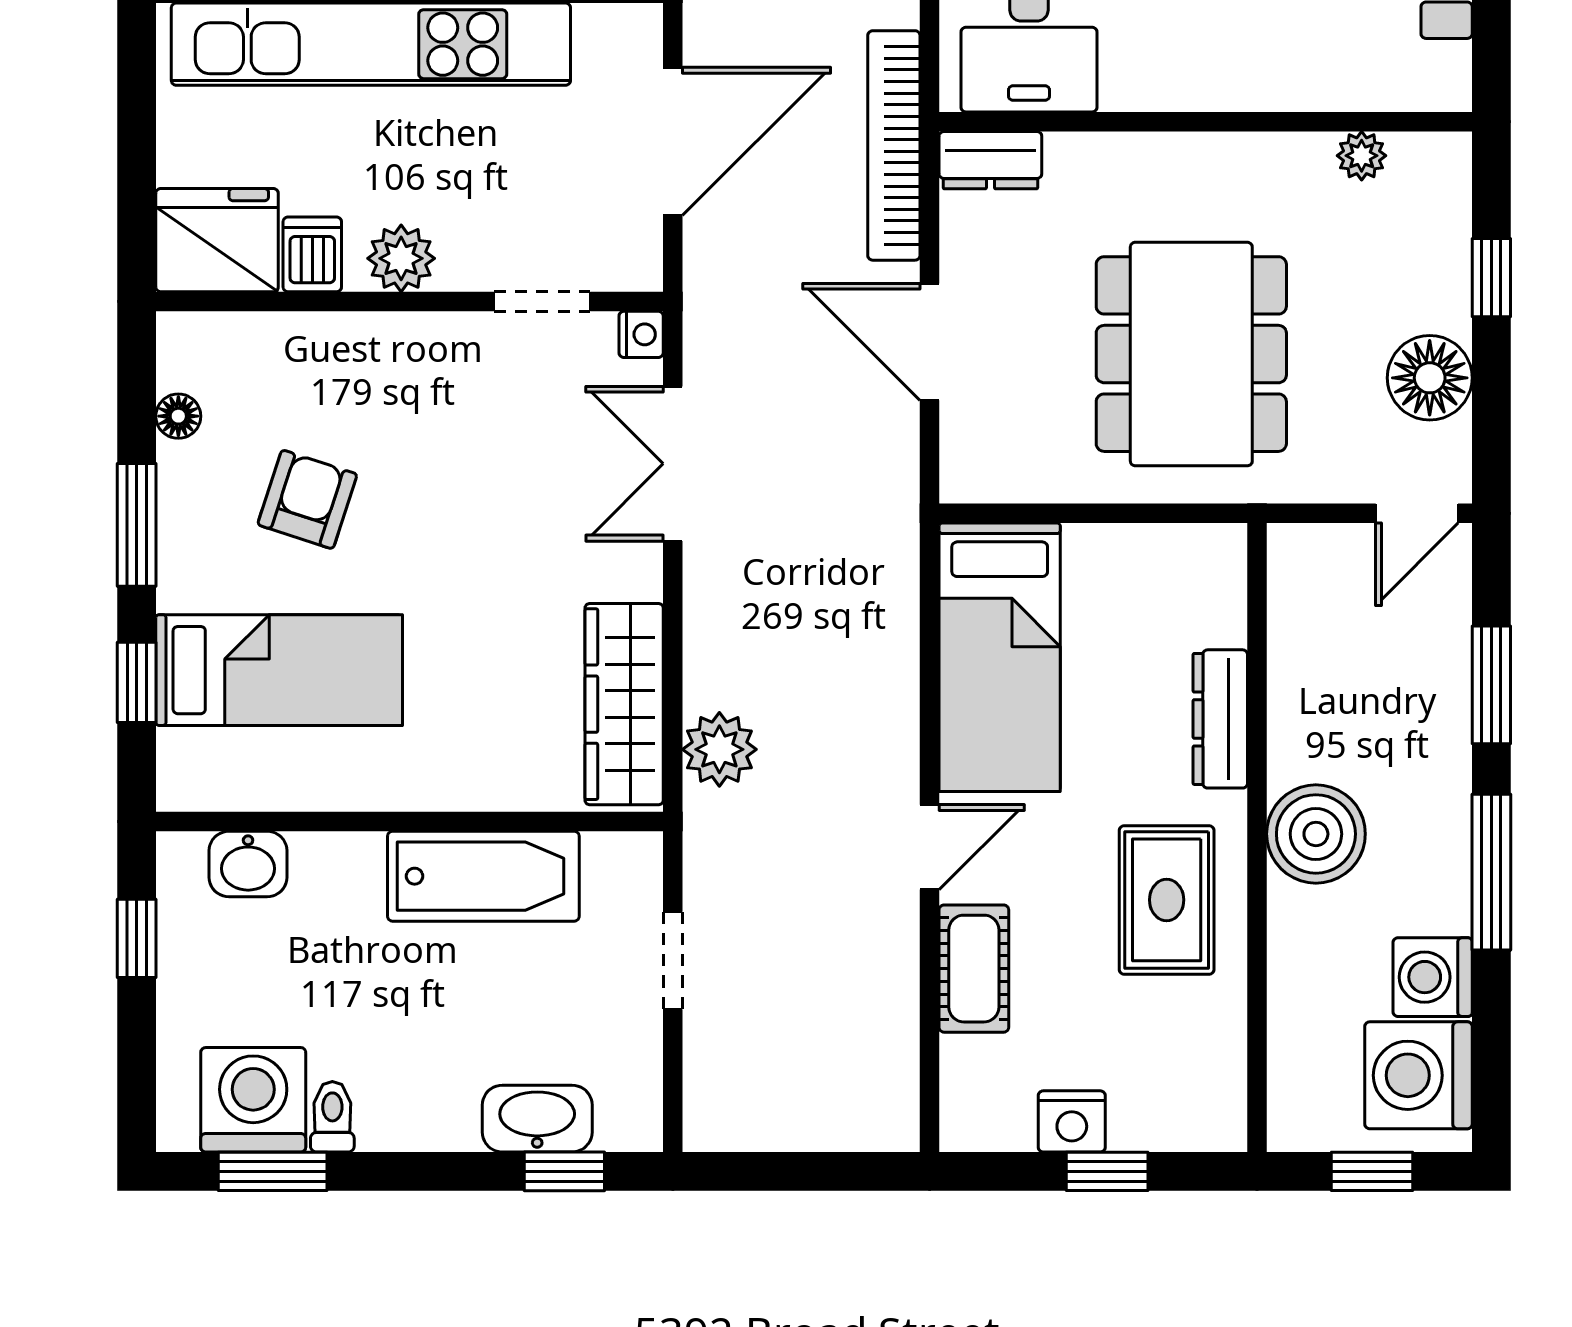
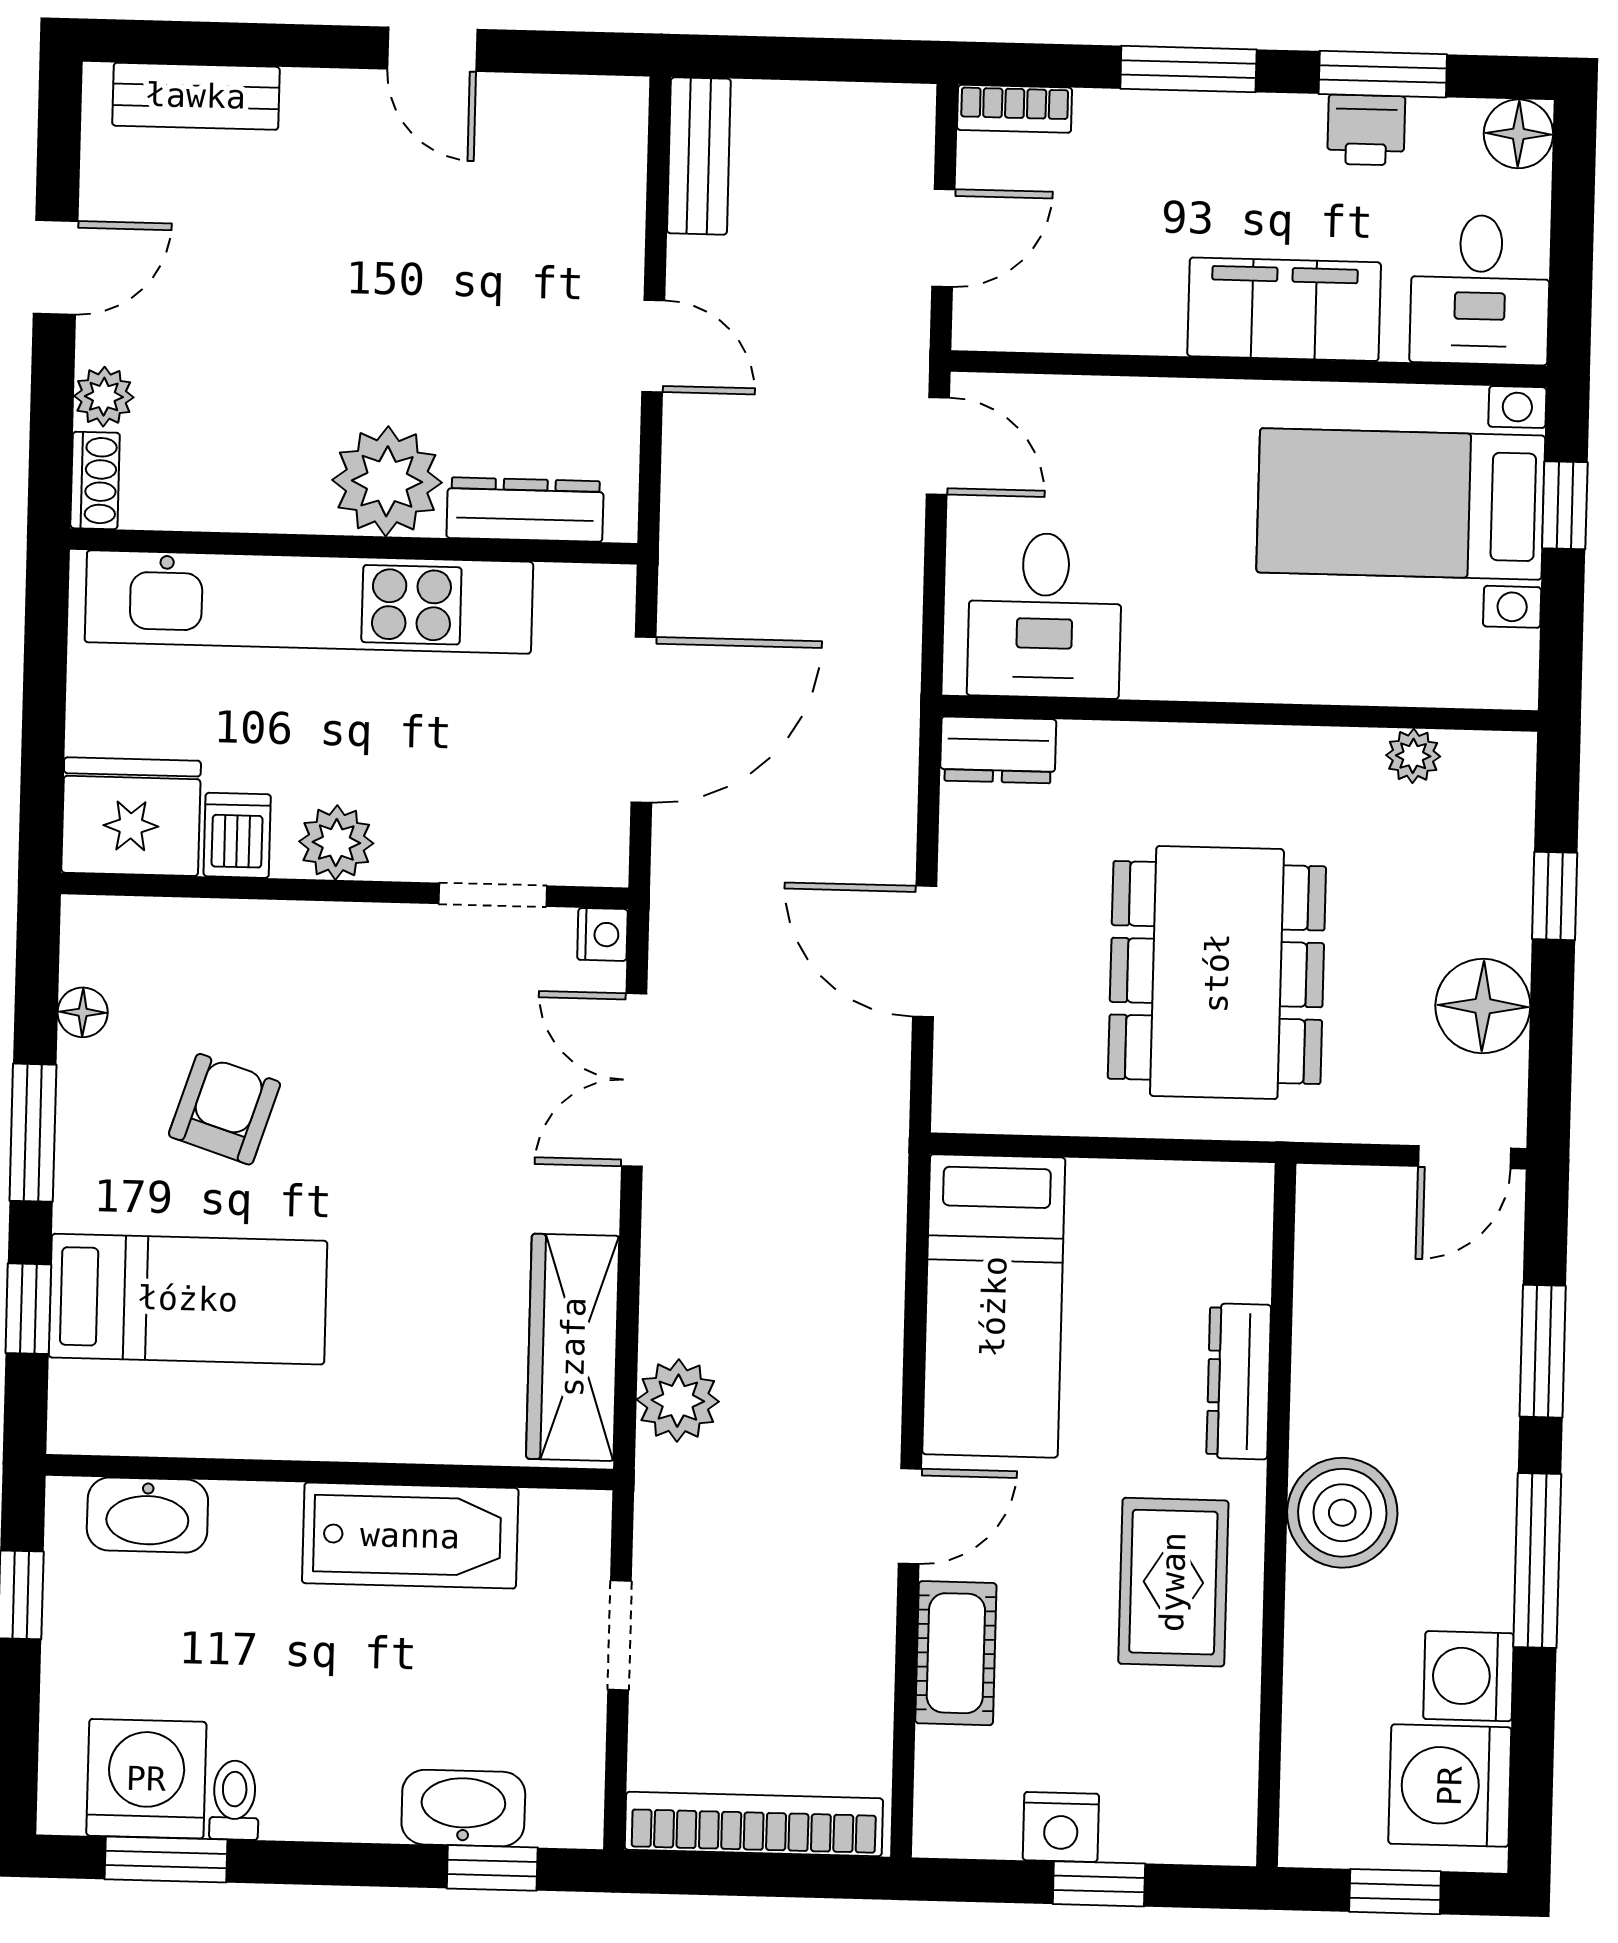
bookcase: (894, 145) -> (754, 1824), moved, turned 90
washbasin: (248, 864) -> (147, 1515), width x1.38

